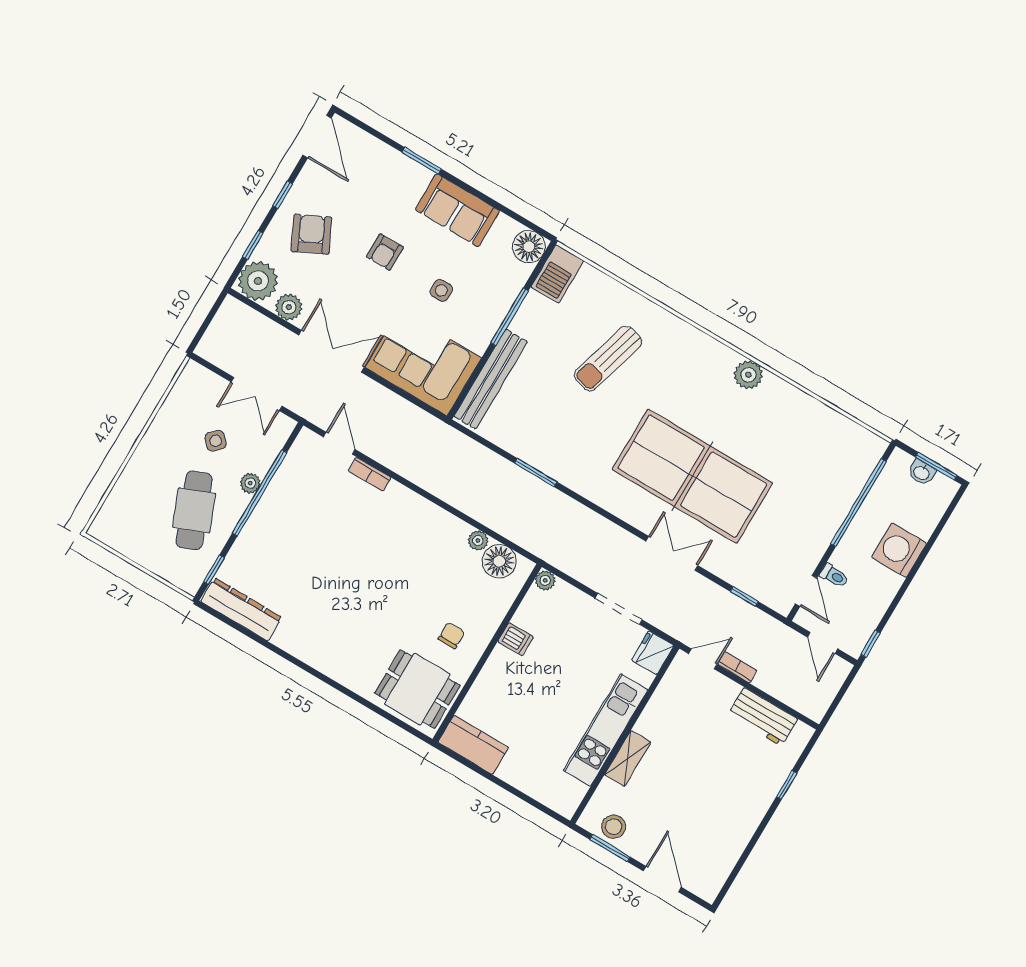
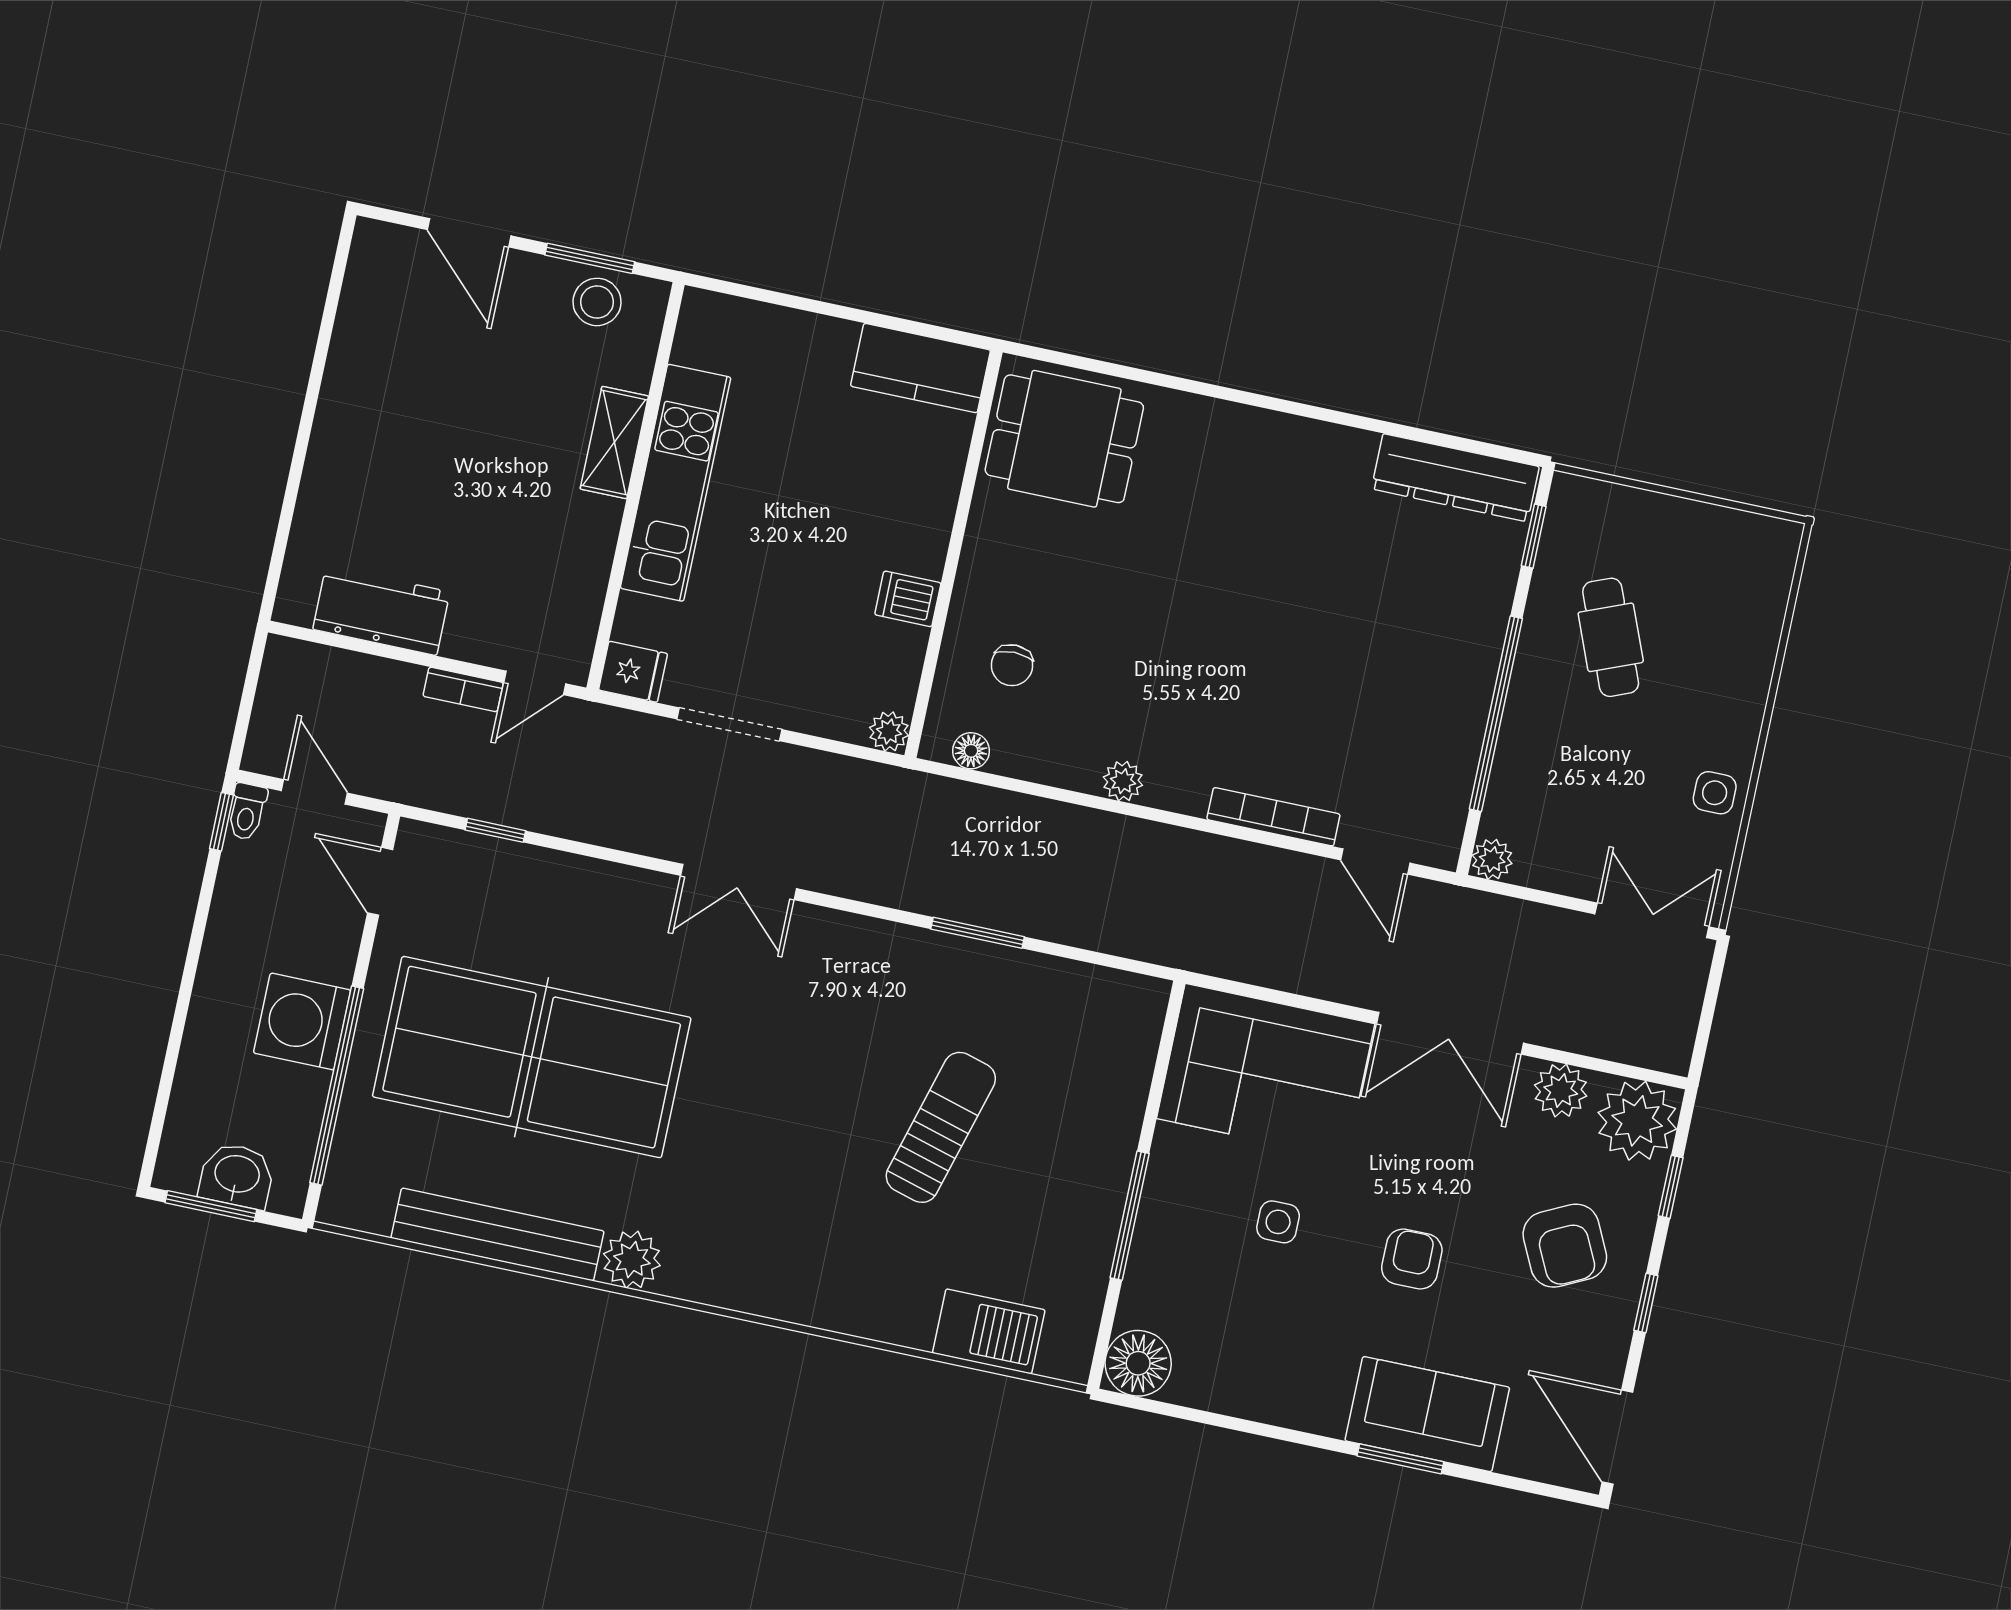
sofa: (457, 210) -> (1427, 1414), moved
barbecue: (557, 274) -> (989, 1331), moved, turned 90
sun lounger: (608, 359) -> (941, 1127), moved
bench: (491, 379) -> (497, 1234), moved, turned 90
double door: (257, 394) -> (1652, 920), moved
side table: (216, 441) -> (1715, 793), moved, turned 45
washbasin: (922, 473) -> (237, 1176), width x1.38, depth x1.45
bookcase: (370, 474) -> (1273, 817), width x1.56
table tennis table: (692, 476) -> (532, 1057), moved
plant: (250, 483) -> (1492, 859), moved
cafe table: (194, 510) -> (1611, 637), width x0.73, depth x0.74
plant: (478, 541) -> (1123, 781), moved
washing machine: (899, 550) -> (302, 1021), moved, turned 180
double door: (672, 553) -> (738, 882), moved
floor lamp: (499, 561) -> (971, 751), width x0.53, depth x0.53
toilet: (834, 576) -> (247, 812), moved, turned -90
chair: (451, 635) -> (1012, 665), moved
fridge: (653, 653) -> (633, 672), width x0.72
window: (787, 785) -> (291, 495), removed

